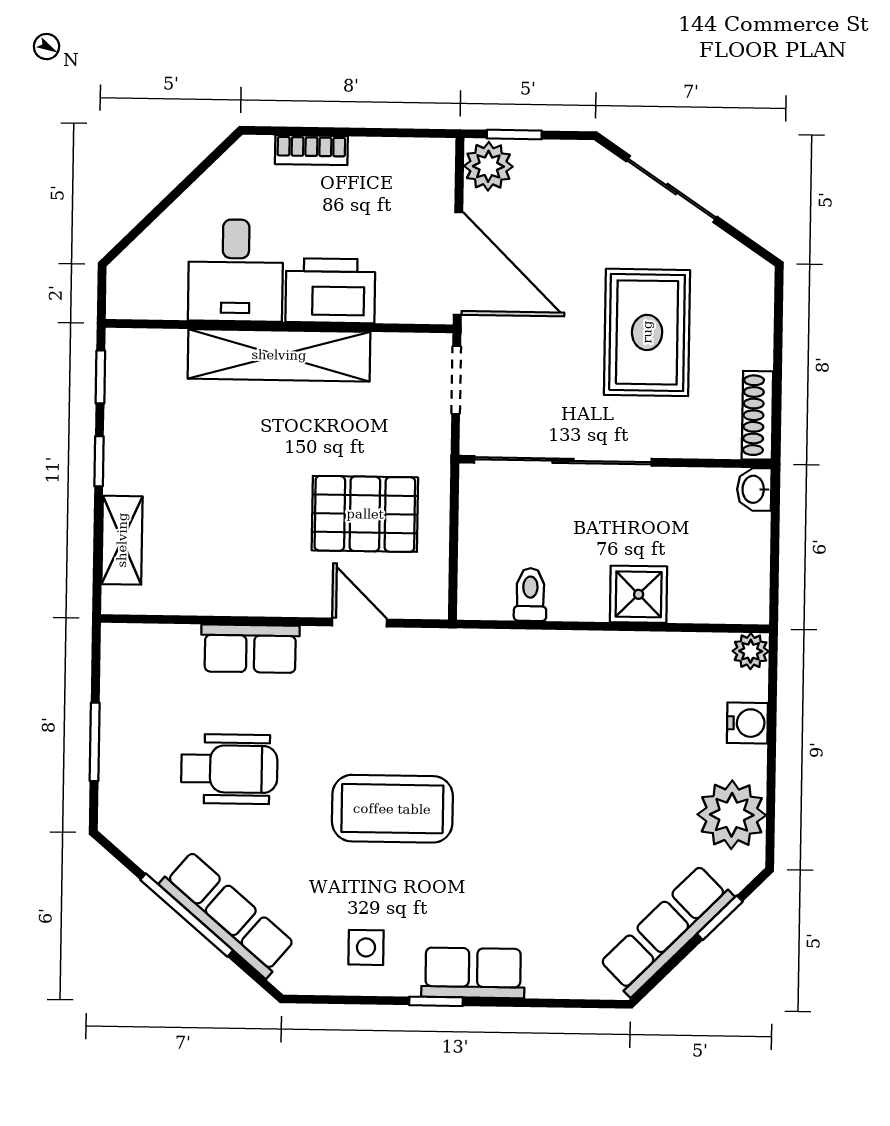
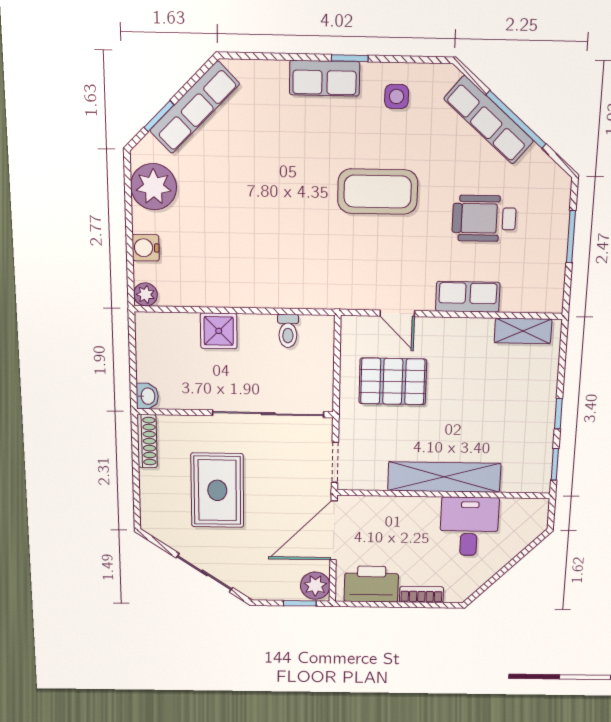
door: (458, 263) -> (334, 530), hinge flipped
printer: (330, 291) -> (371, 584), moved, turned 180
shelving: (122, 540) -> (523, 331), moved, turned 90

